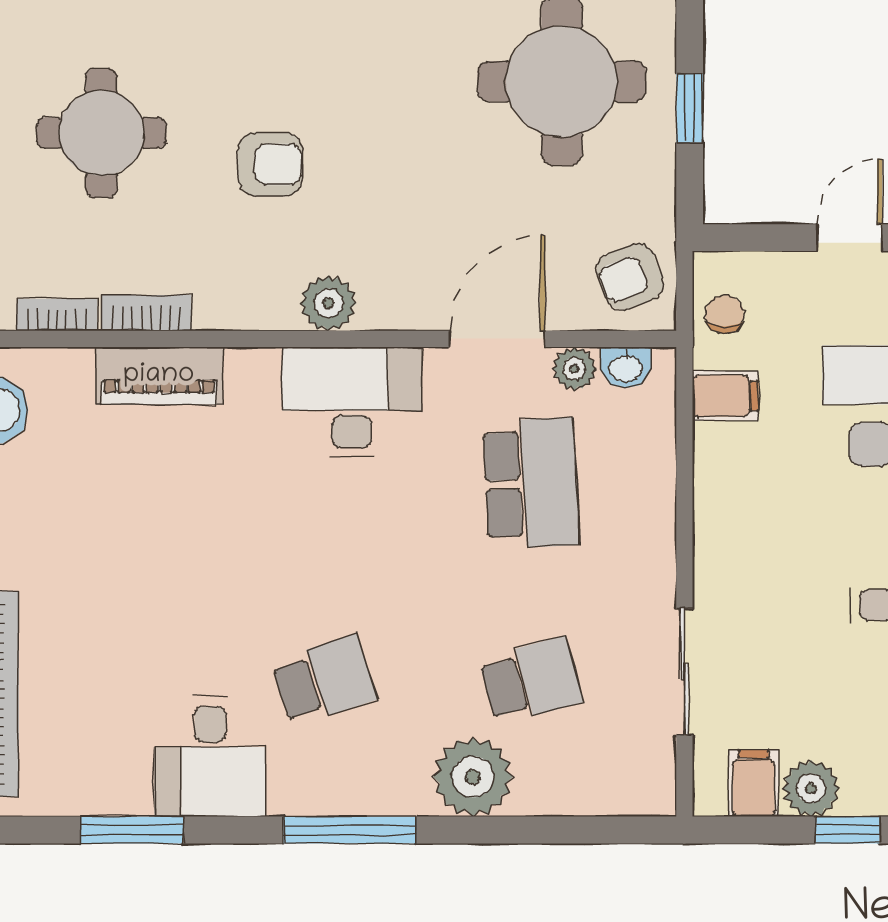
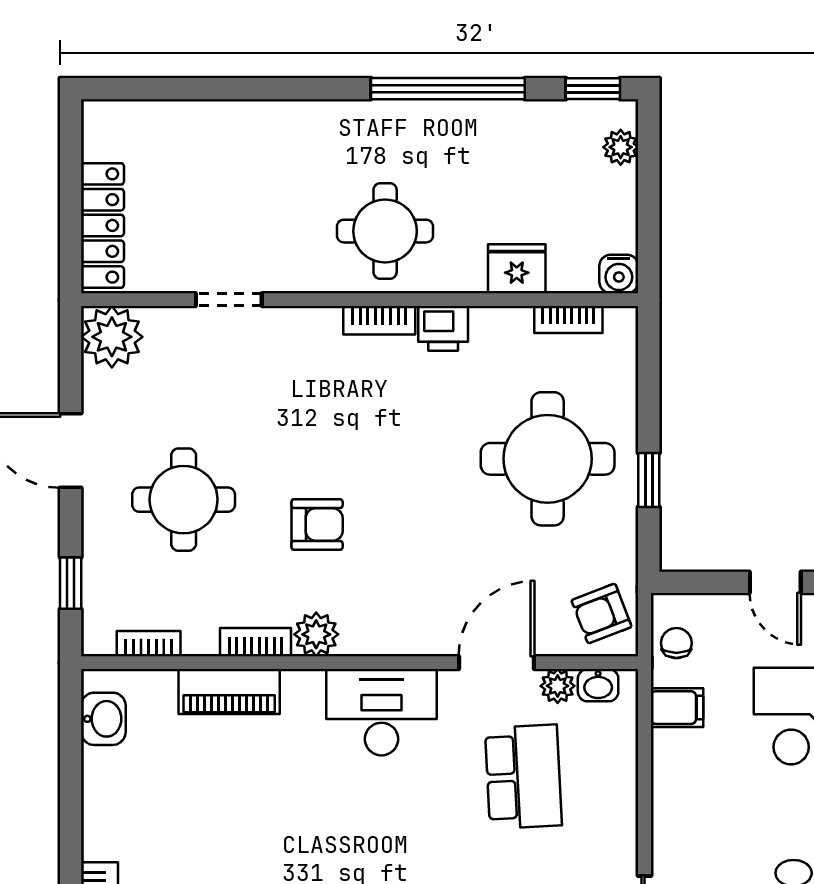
door: (849, 238) -> (775, 582), swing flipped
plant: (328, 303) -> (316, 634), moved
bookcase: (146, 313) -> (256, 642), moved

